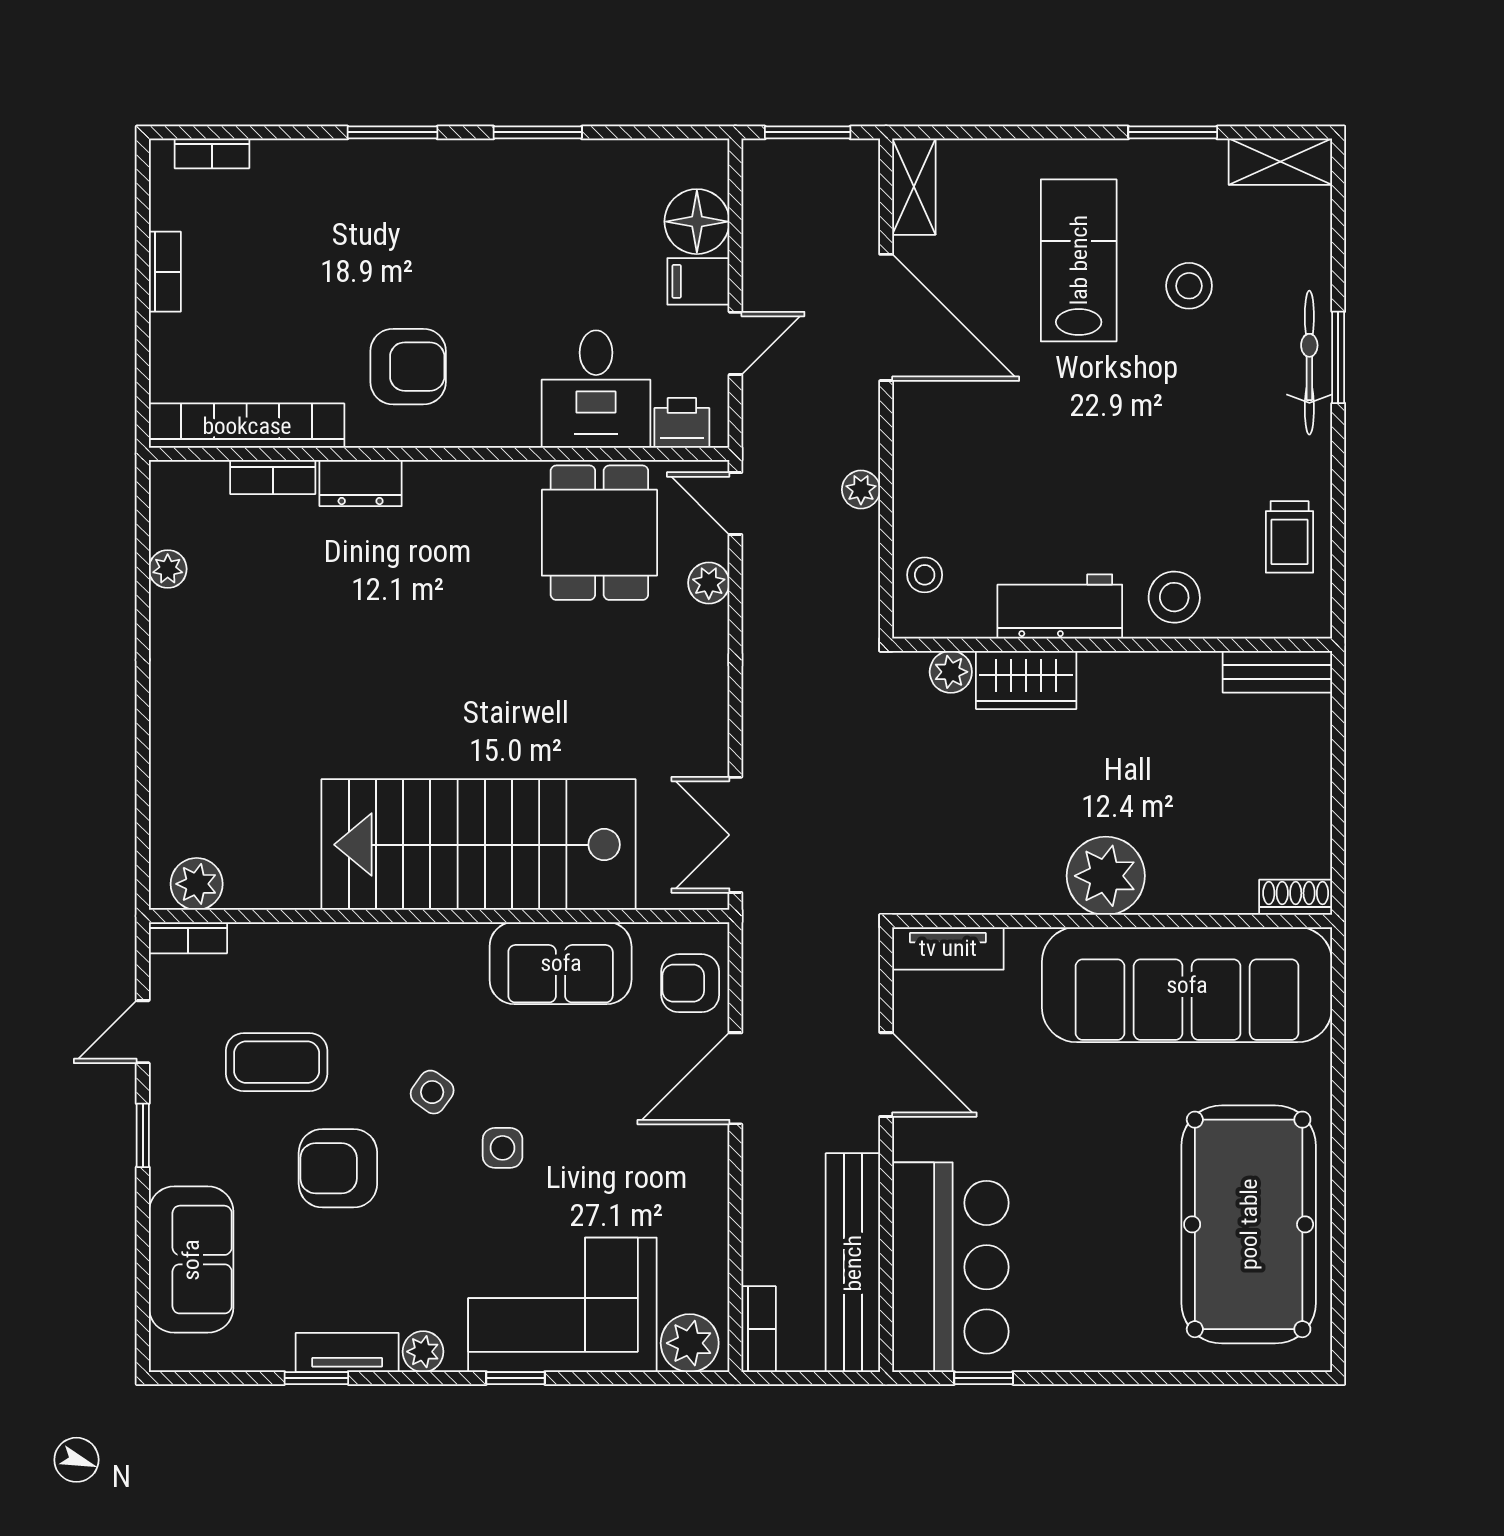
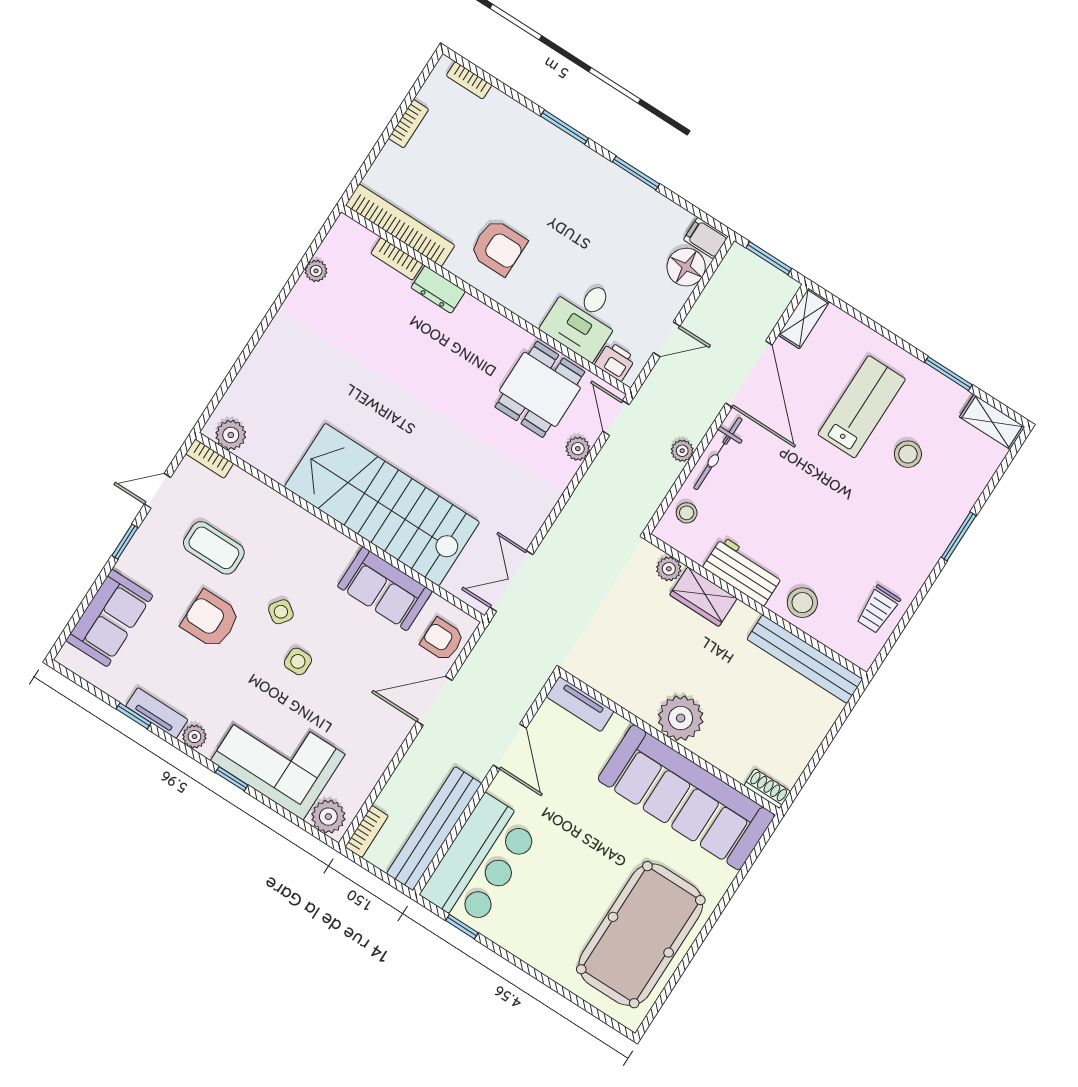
filing cabinet: (698, 281) -> (706, 238), moved
bicycle: (1309, 363) -> (718, 454), moved, turned 180
bench: (1277, 672) -> (805, 659), width x1.86, depth x1.21

